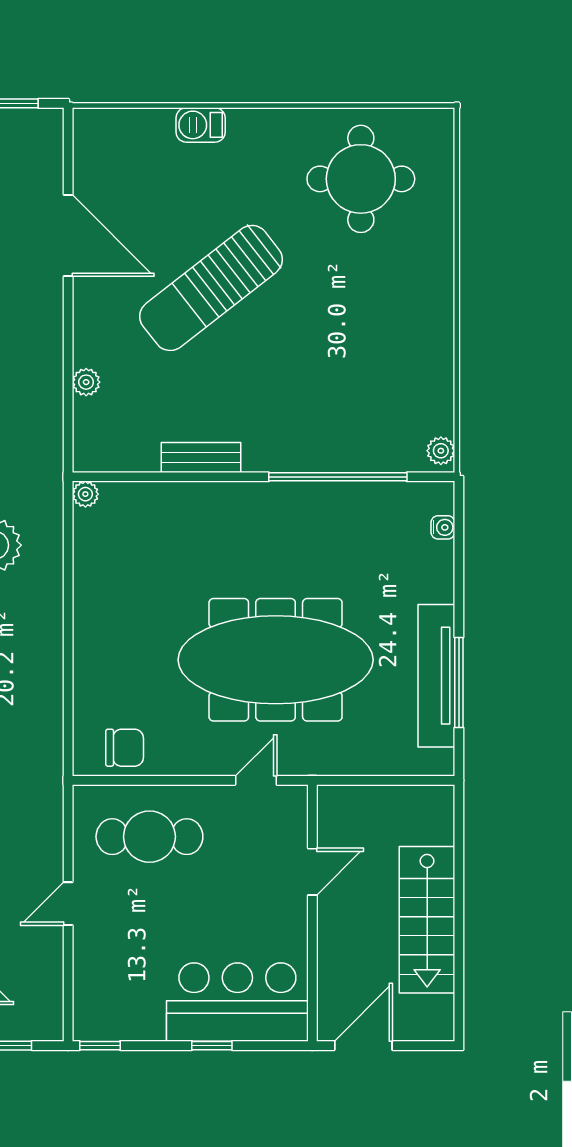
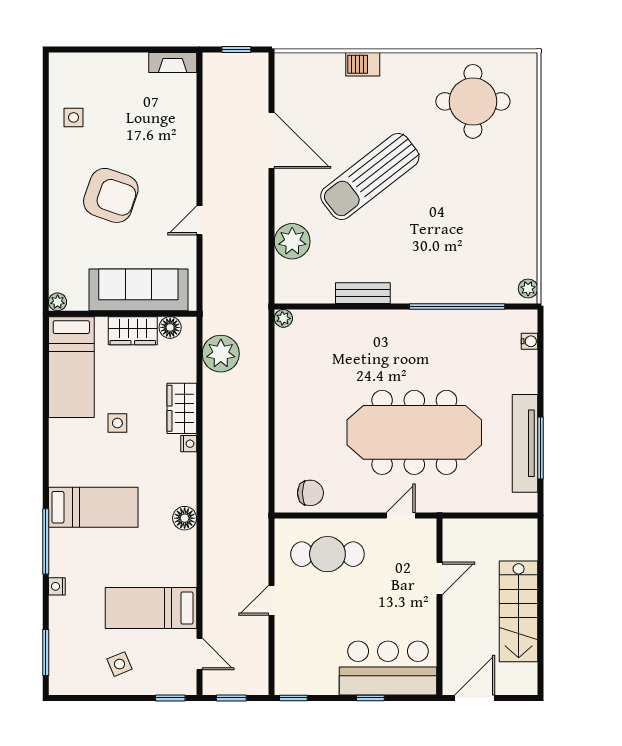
plant: (86, 382) -> (292, 241), width x1.88, depth x1.88

